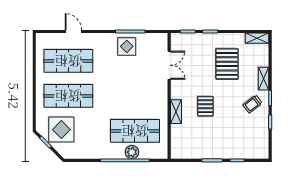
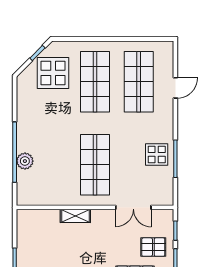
pallet: (205, 106) -> (153, 247), moved
shop shelf: (135, 131) -> (95, 165), moved

